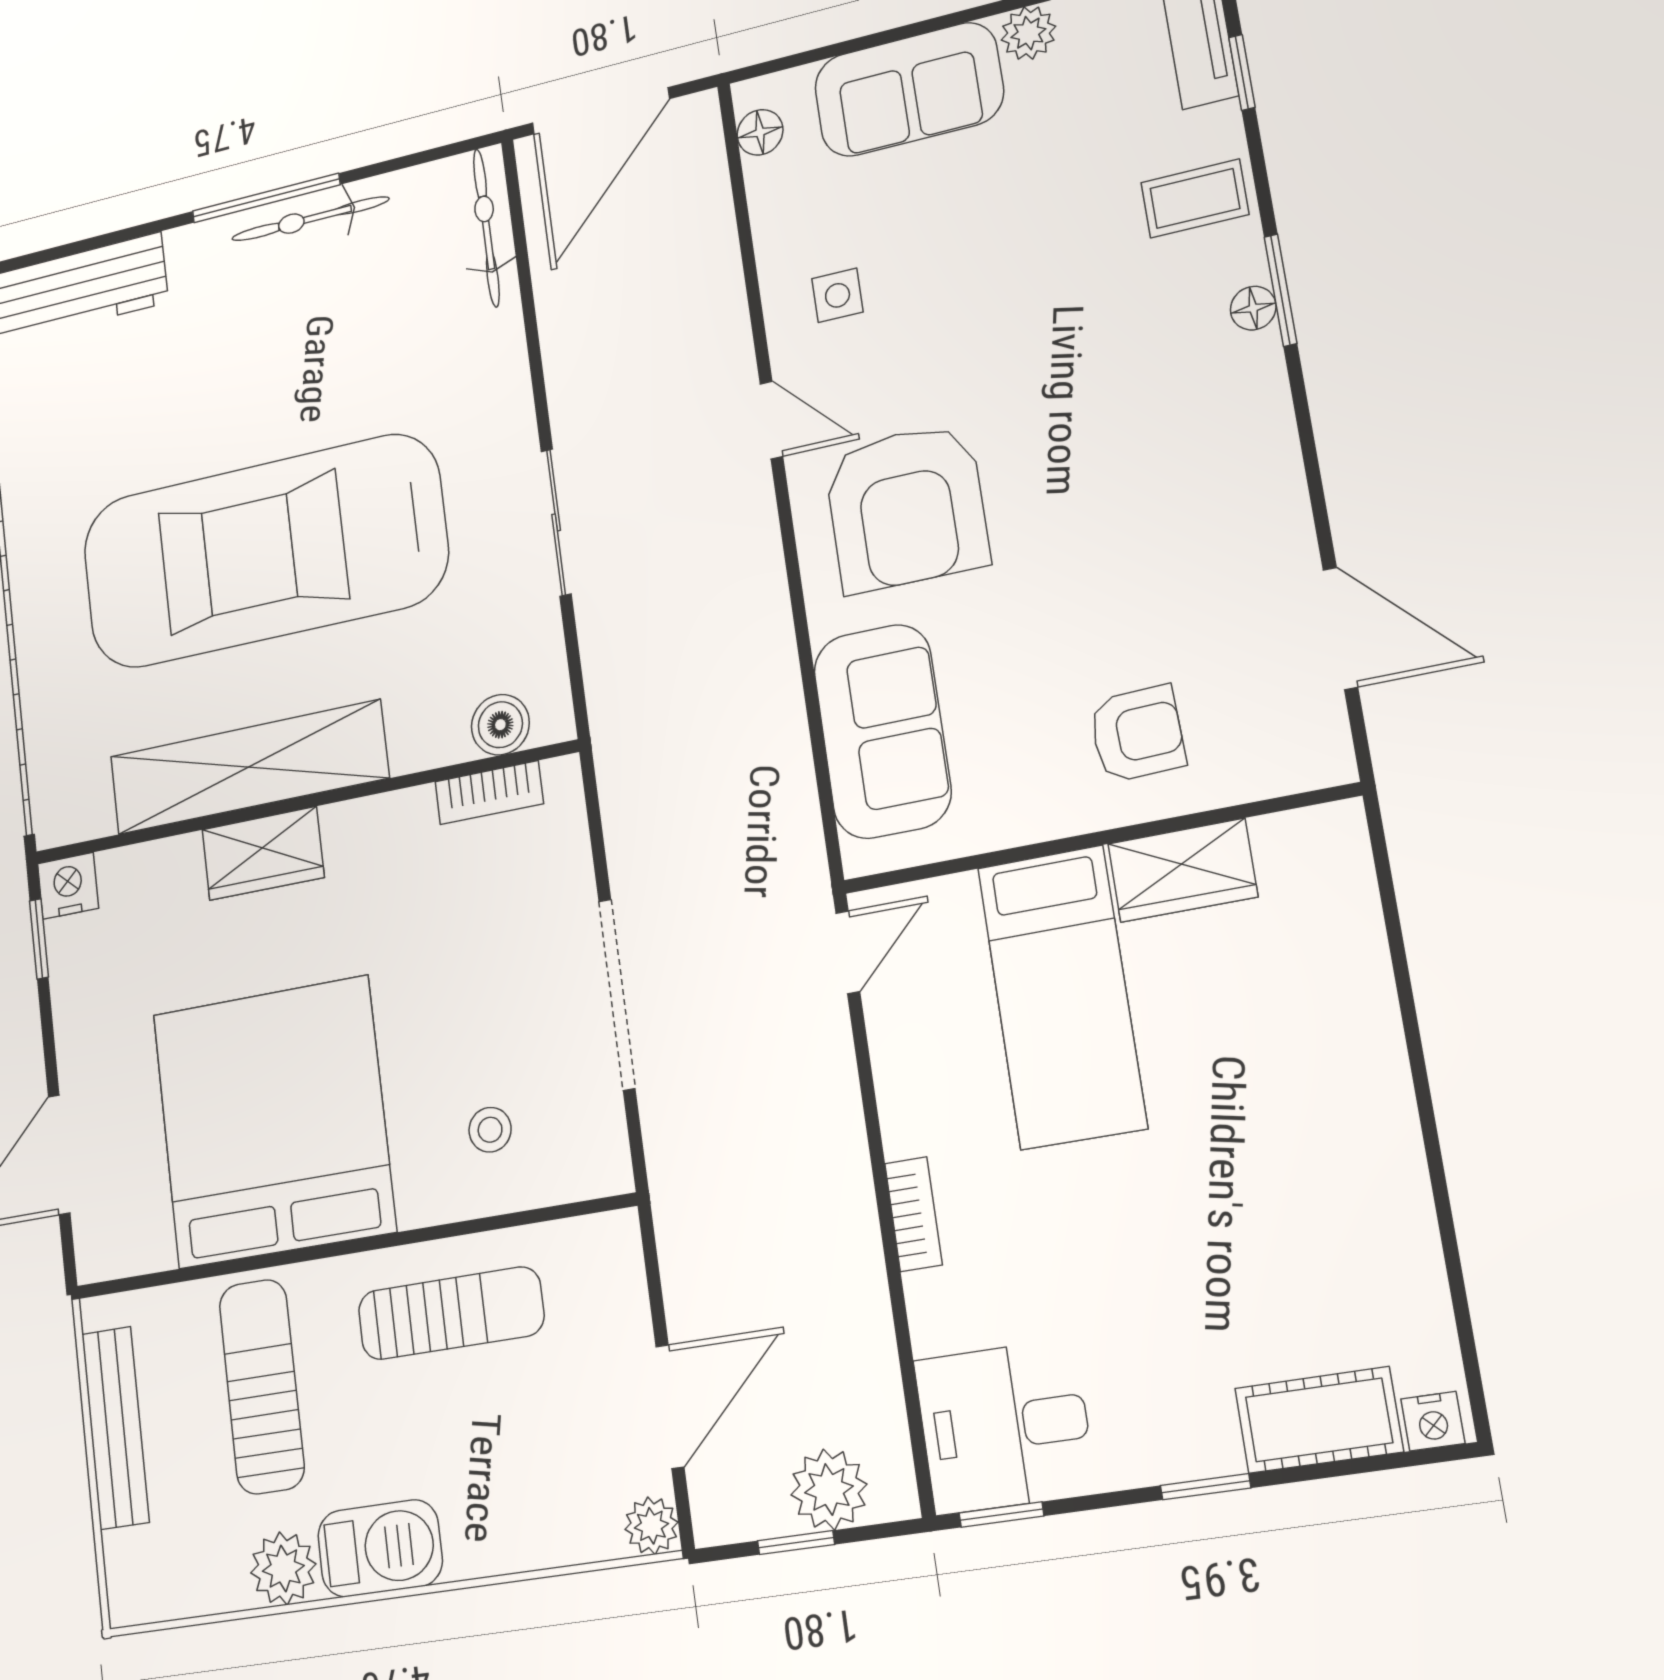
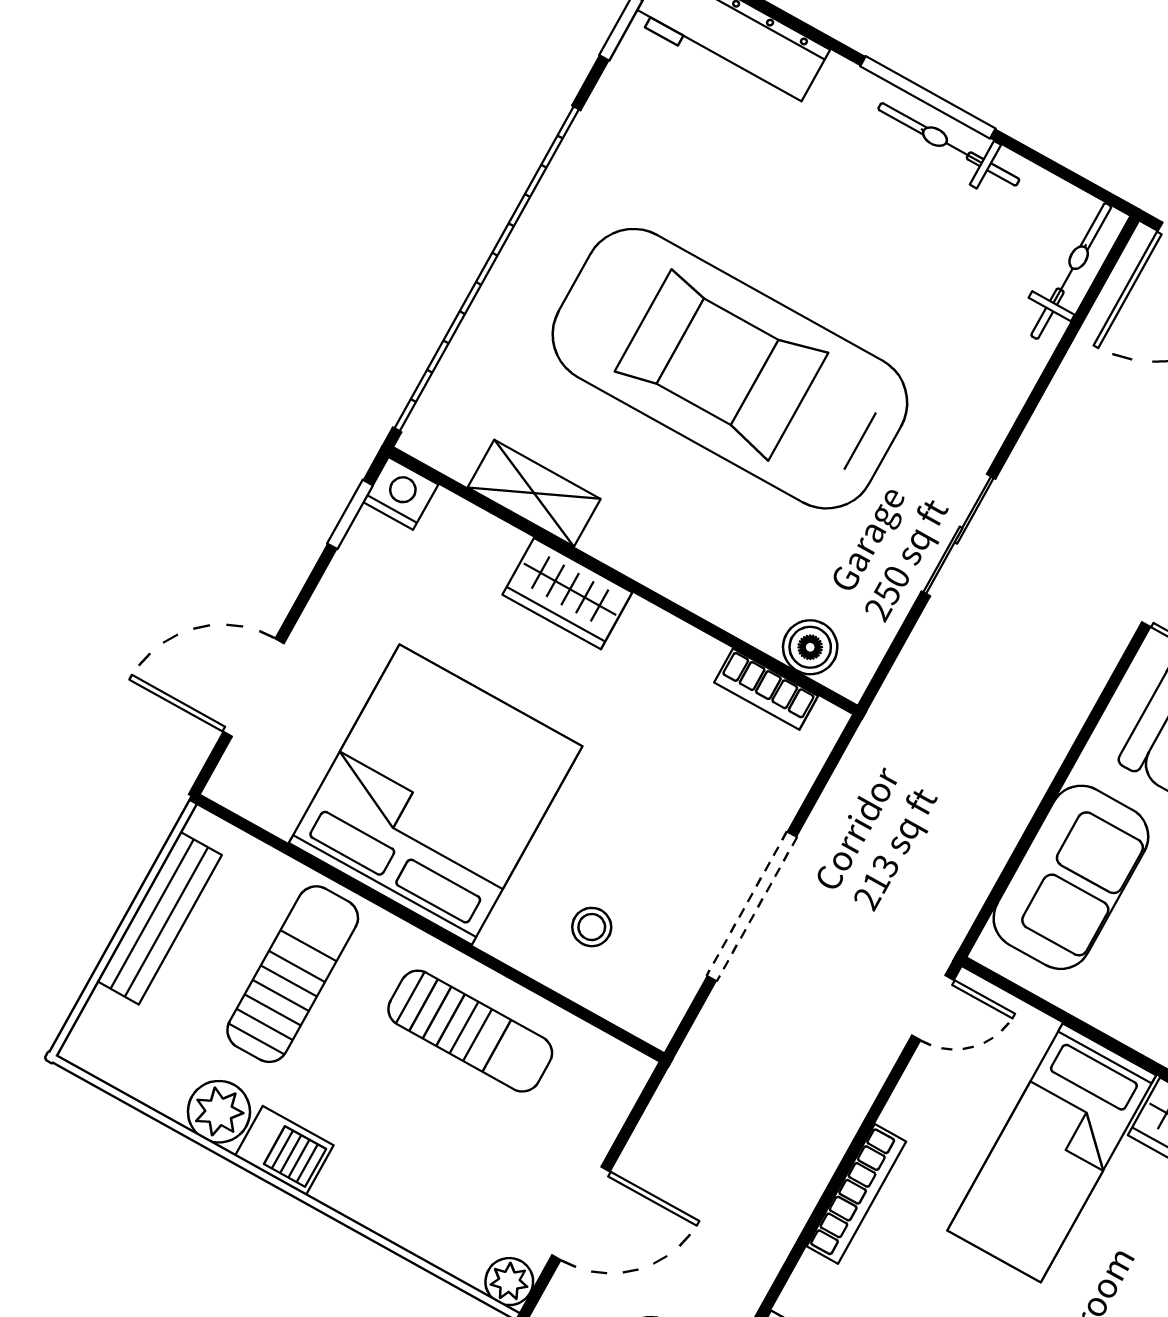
shelving: (248, 767) -> (534, 493), width x0.45, depth x0.75
bookcase: (914, 1214) -> (856, 1194), width x1.56
barbecue: (380, 1548) -> (284, 1151), width x0.73, depth x0.79

